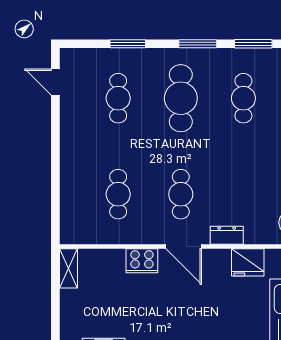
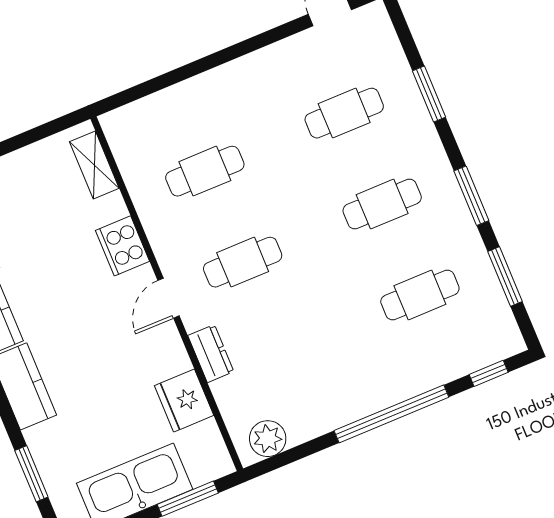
cafe table: (181, 98) -> (382, 204), width x0.73, depth x0.74
door: (184, 247) -> (169, 298), width x0.73
shelving: (68, 268) -> (94, 165), moved, turned 90

